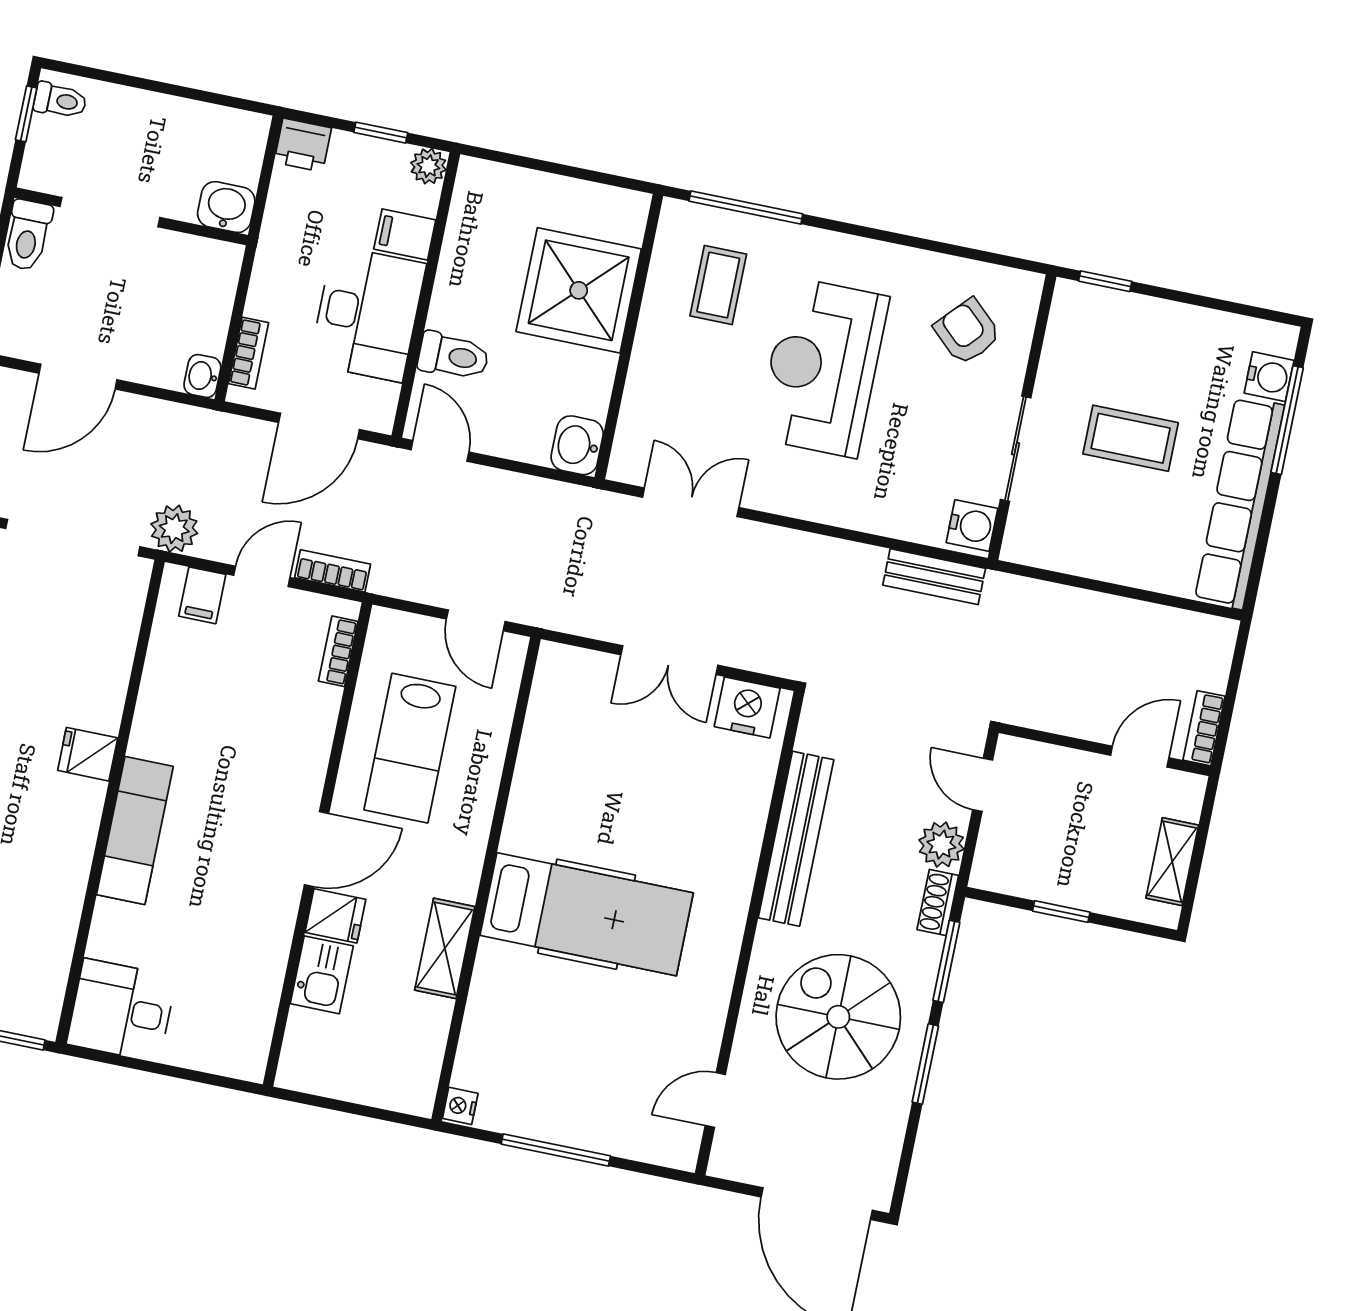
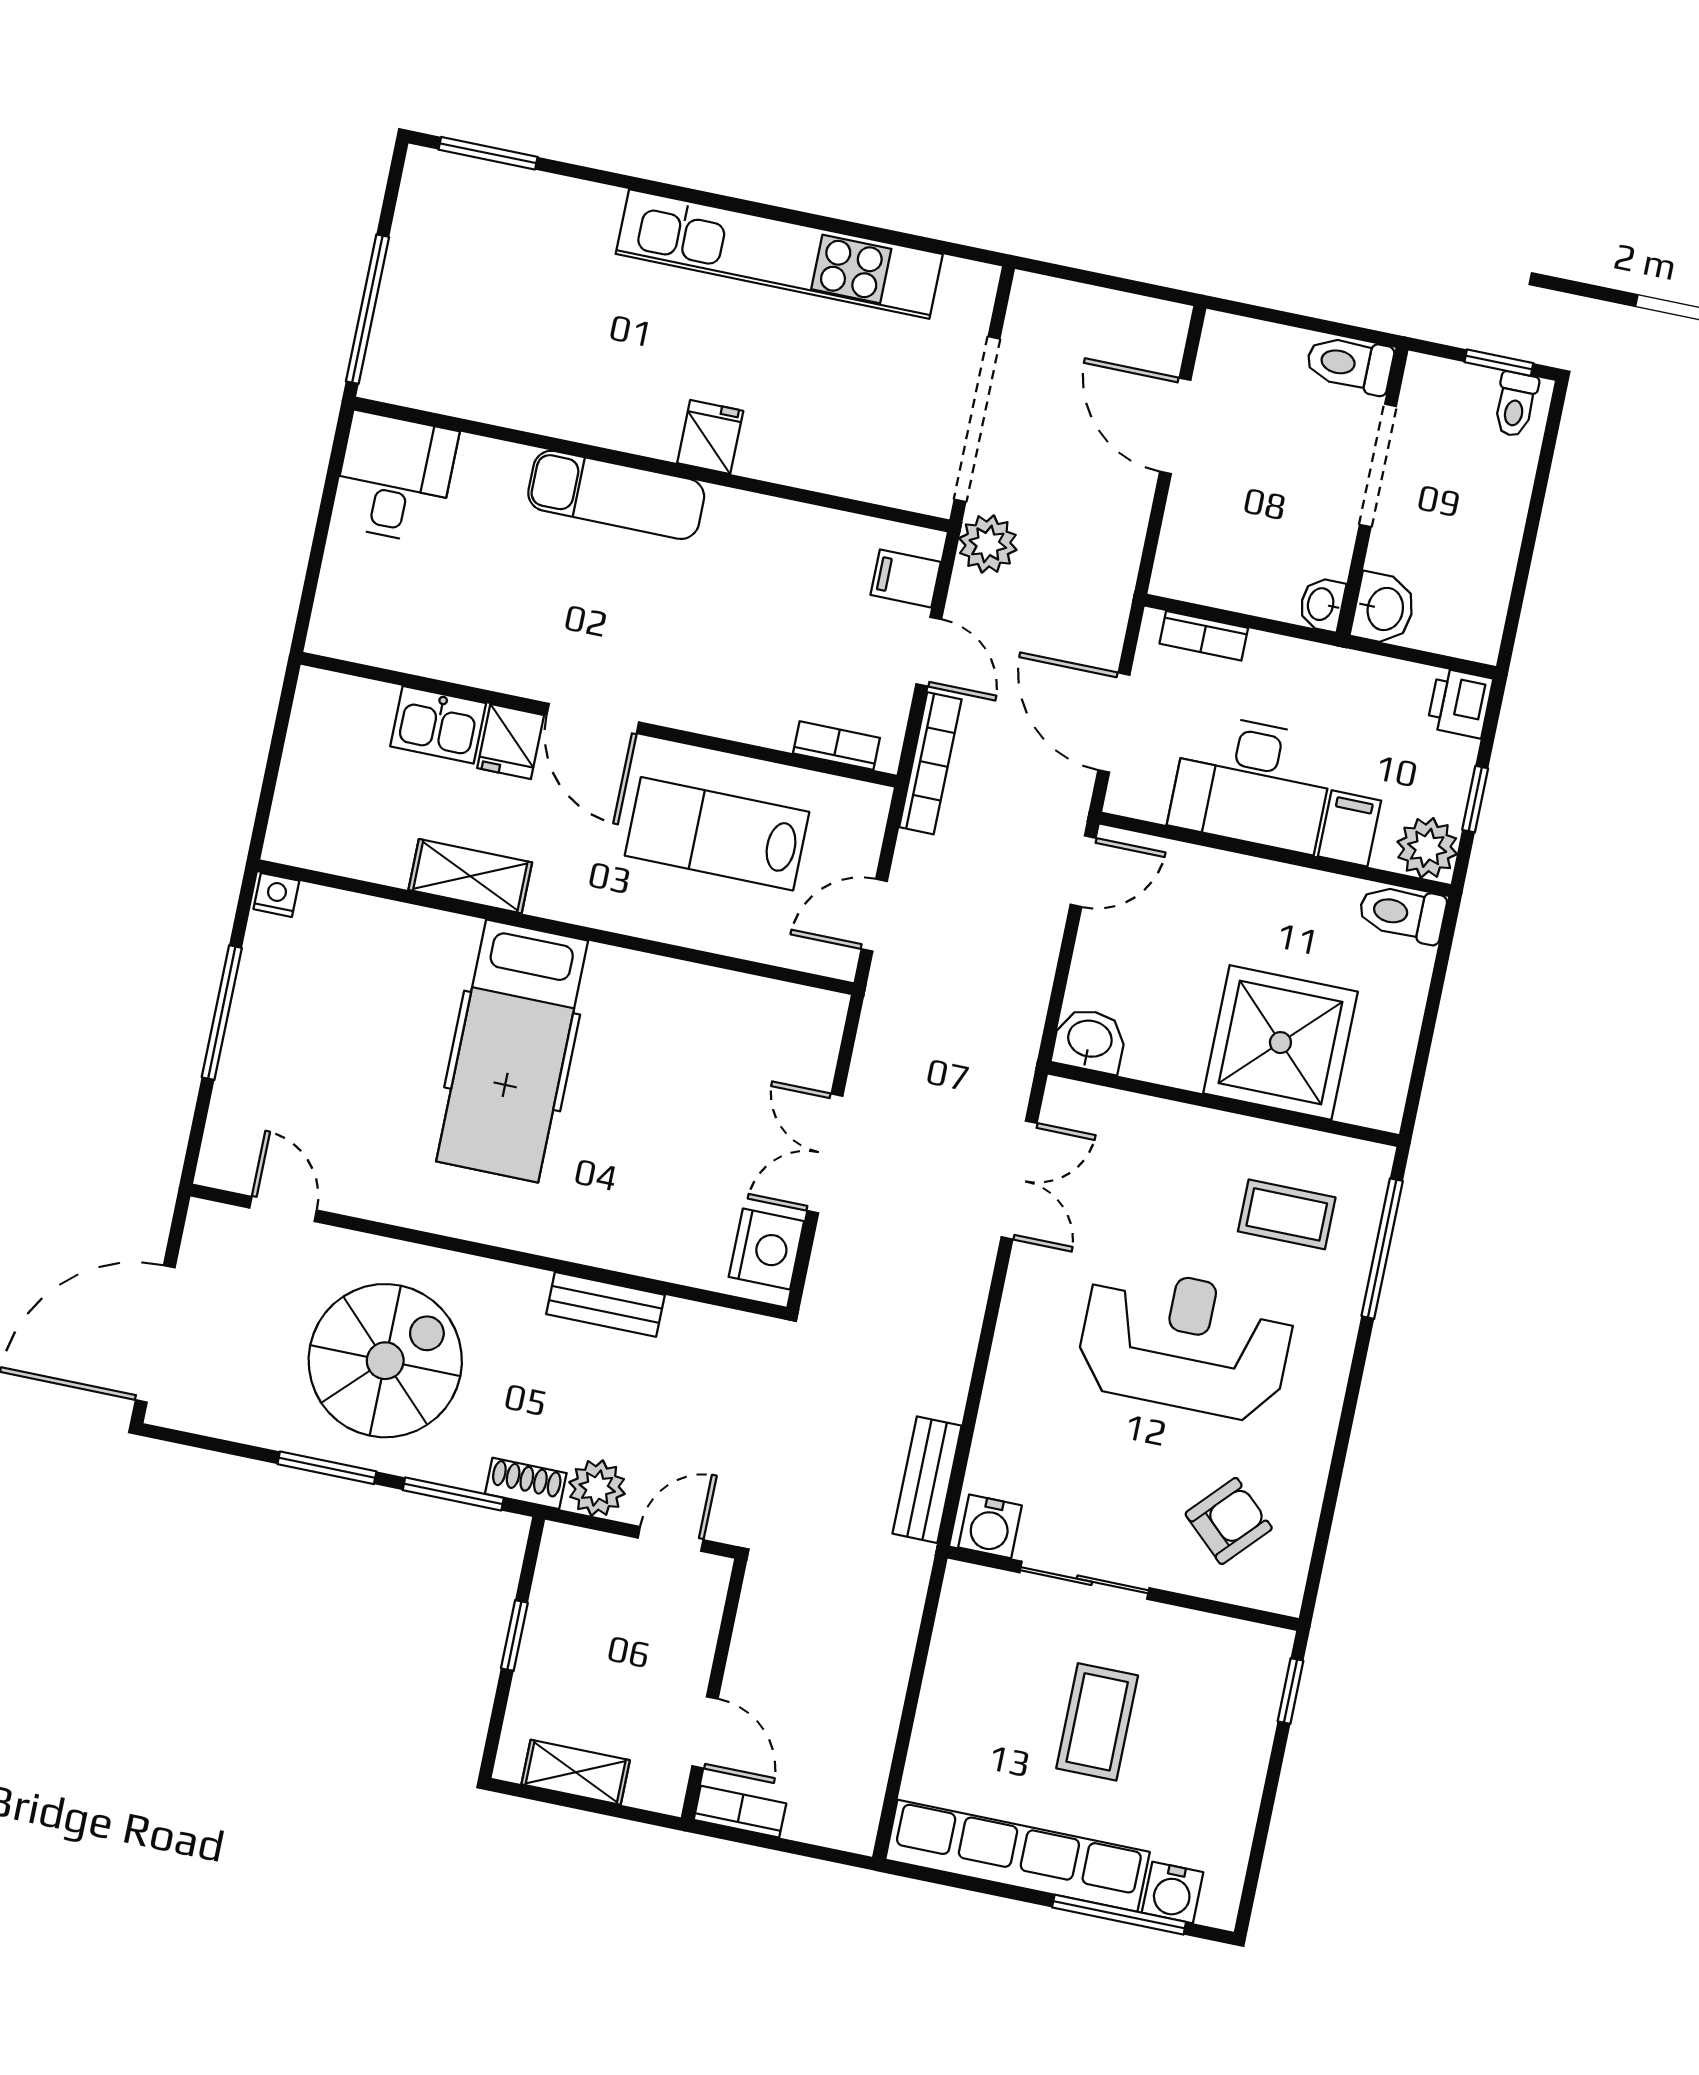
plant: (428, 166) -> (1427, 848), width x1.38, depth x1.38
toilet: (453, 356) -> (1402, 913), moved, turned 90
washbasin: (202, 376) -> (1322, 604), moved, turned -90
bookcase: (333, 571) -> (930, 763), width x1.56
bench: (796, 839) -> (606, 1304), width x0.54, depth x0.82

